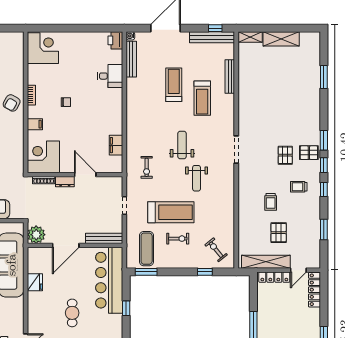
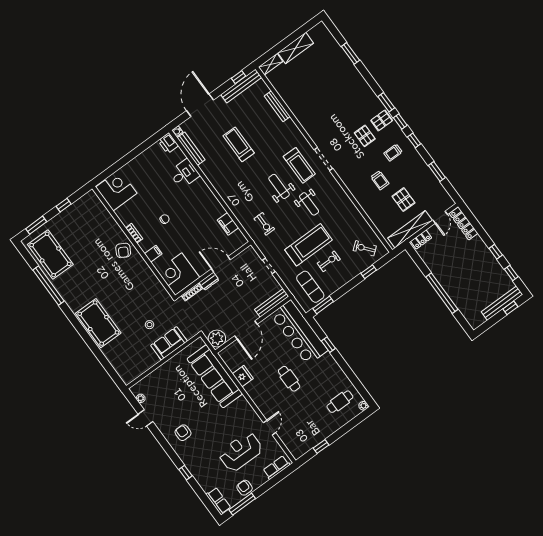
treadmill: (202, 98) -> (299, 165), moved
locker: (274, 277) -> (421, 240), width x0.66

